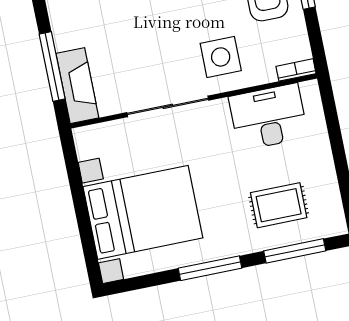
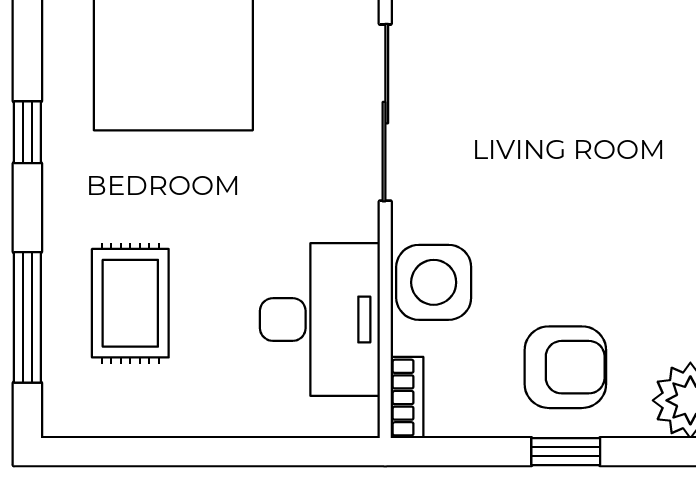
side table: (221, 57) -> (434, 282), moved
window: (210, 268) -> (27, 132), width x0.46

